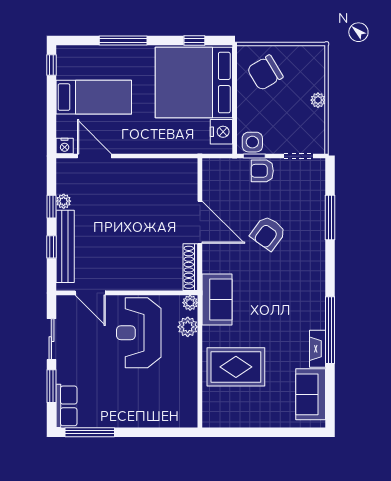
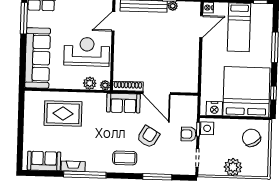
plant: (318, 100) -> (233, 167), width x1.87, depth x1.87
armchair: (262, 171) -> (188, 134), turned -90
door: (200, 222) -> (157, 93), hinge flipped
armchair: (268, 233) -> (148, 137), turned 85
coffee table: (302, 269) -> (125, 158), added
sofa: (217, 300) -> (123, 103), moved
rug: (236, 367) -> (63, 113), turned 90
sofa: (151, 409) -> (38, 58), added

